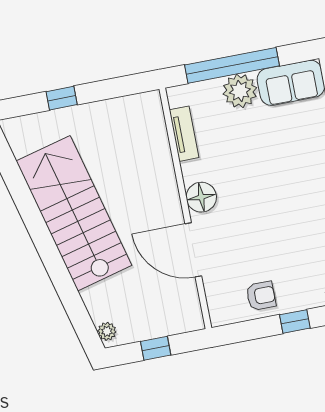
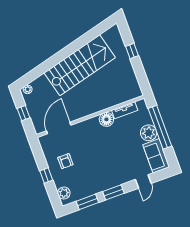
floor lamp: (201, 197) -> (106, 119), moved
door: (193, 250) -> (59, 128), moved
armchair: (261, 296) -> (65, 161), moved

